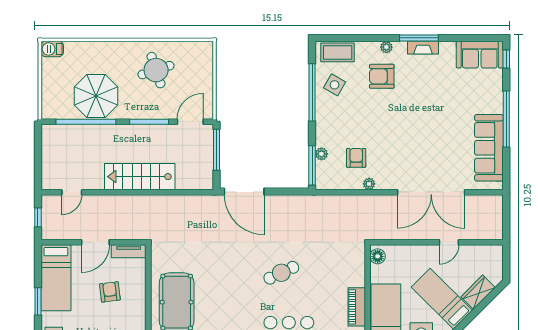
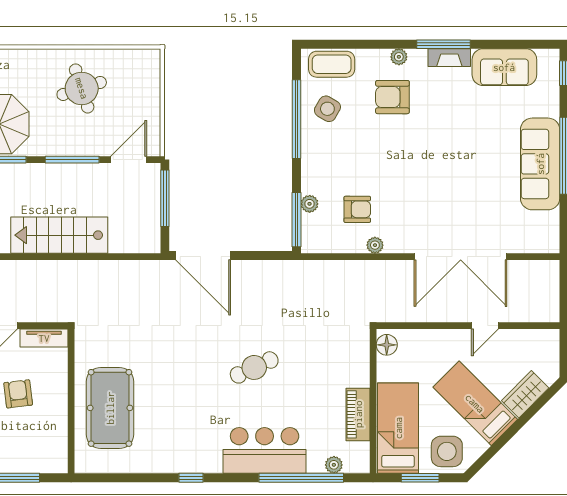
sofa: (480, 55) -> (504, 67), moved
sofa: (489, 148) -> (540, 164), moved
armchair: (356, 158) -> (357, 209), turned 90

